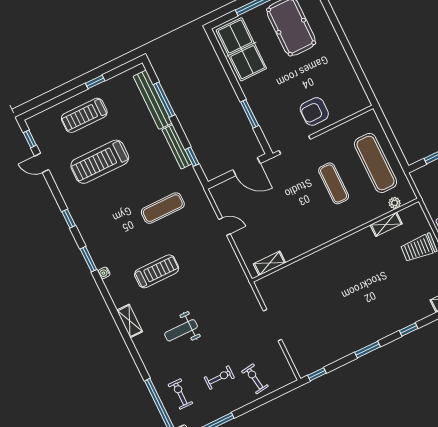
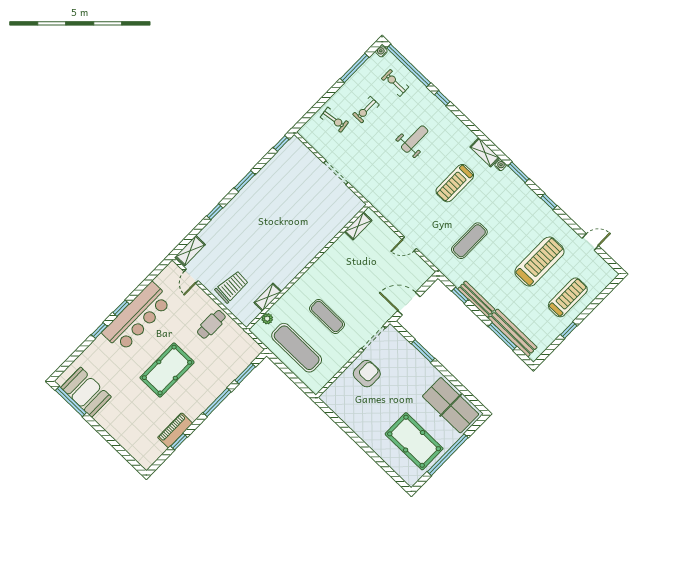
window: (30, 139) -> (442, 98), moved
shelving: (130, 321) -> (485, 152), moved
exercise bike: (180, 394) -> (395, 83), turned 180

